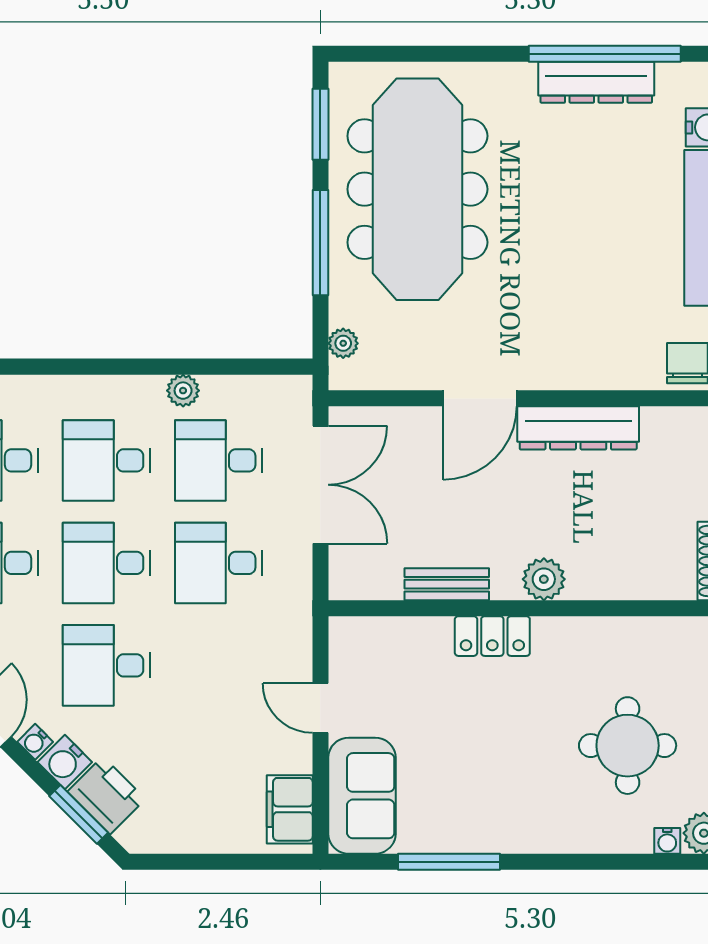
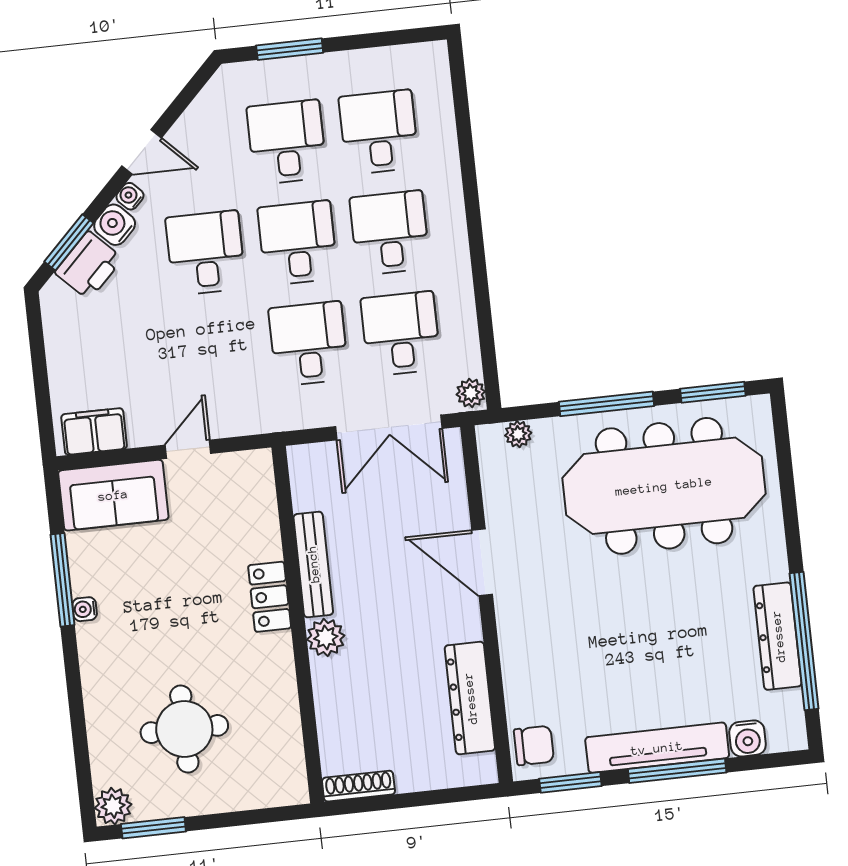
plant: (183, 391) -> (471, 393), moved
dresser: (578, 428) -> (470, 698), moved
bench: (447, 584) -> (313, 564), width x1.36
water cooler: (667, 841) -> (85, 609), moved

